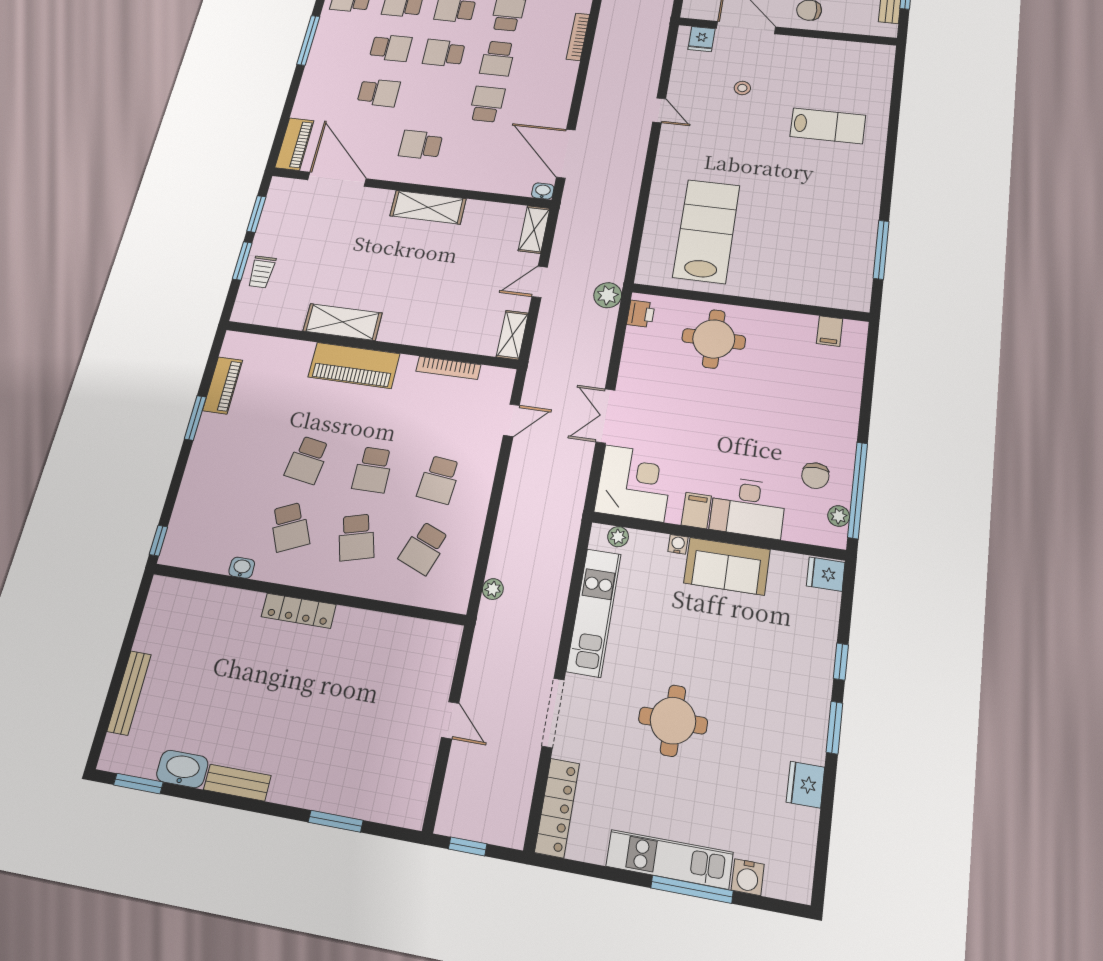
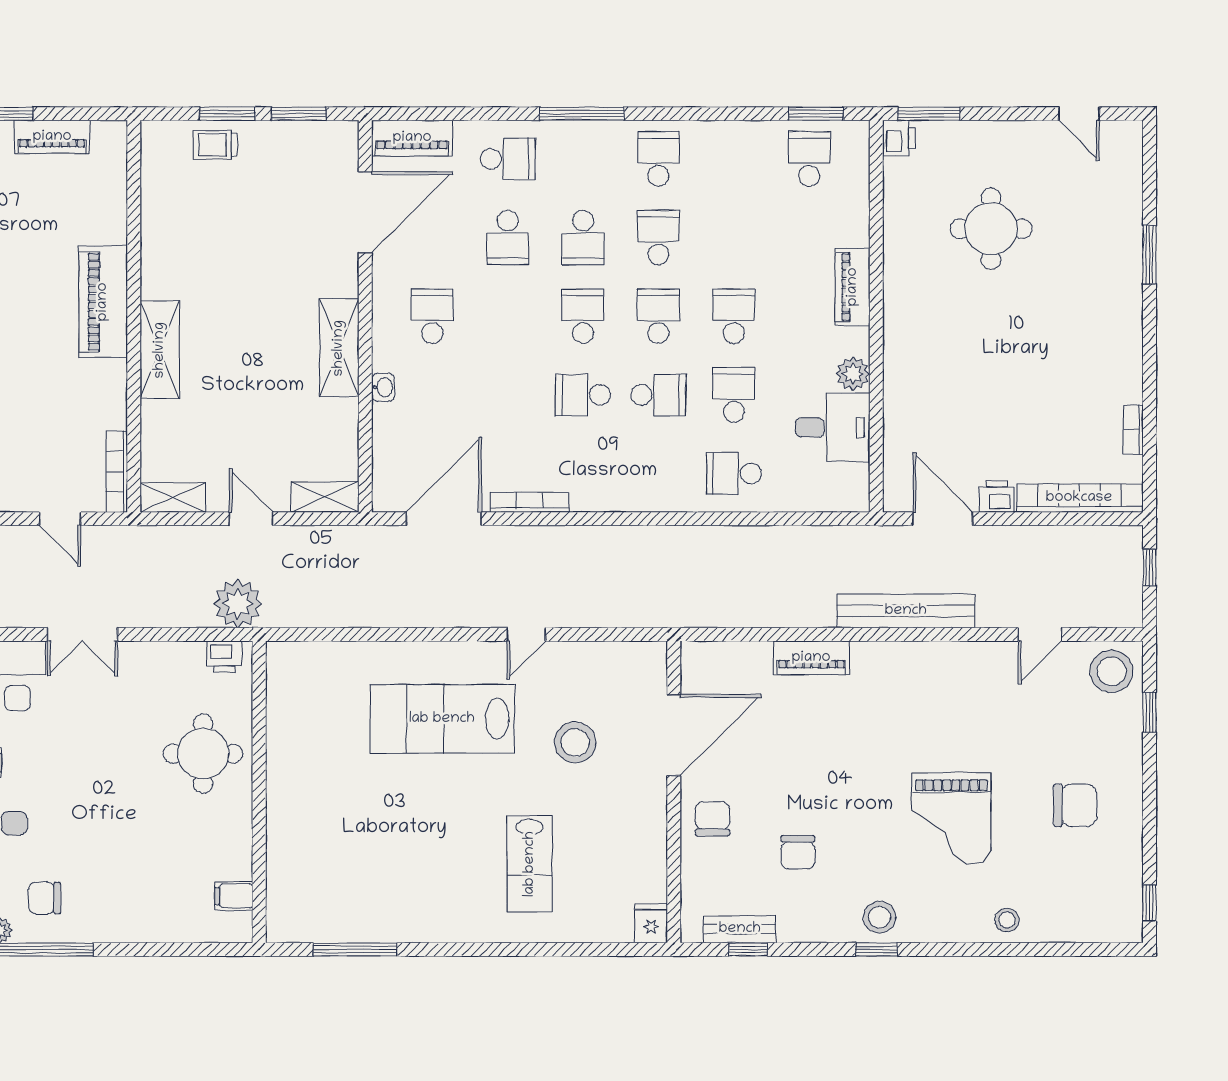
bookcase: (578, 37) -> (530, 502), moved
fridge: (701, 39) -> (651, 923), moved, turned 90
stool: (742, 88) -> (575, 742), width x1.89, depth x1.89
school desk: (487, 104) -> (508, 159), moved
washbasin: (543, 191) -> (383, 387), moved
lab bench: (706, 231) -> (442, 719), moved, turned 180
plant: (608, 295) -> (238, 604), width x1.36, depth x1.36
shelving: (343, 322) -> (160, 350), moved
bookcase: (448, 368) -> (117, 472), moved
double door: (605, 416) -> (82, 634), swing flipped

